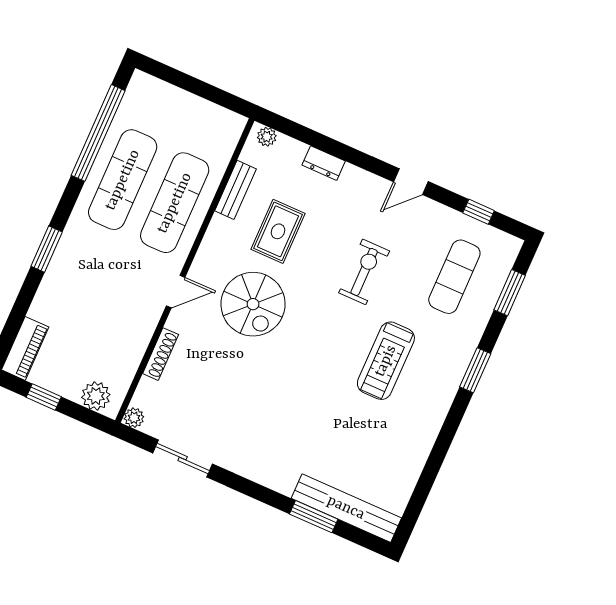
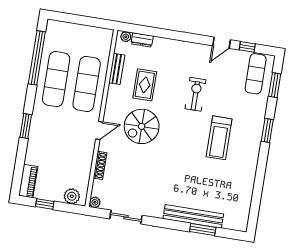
dresser: (324, 163) -> (142, 40), moved
door: (411, 182) -> (222, 43), moved
exercise mat: (454, 277) -> (256, 74), moved
spiral stairs: (253, 304) -> (142, 126), turned 90
bench: (346, 508) -> (193, 216), moved

